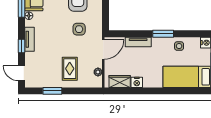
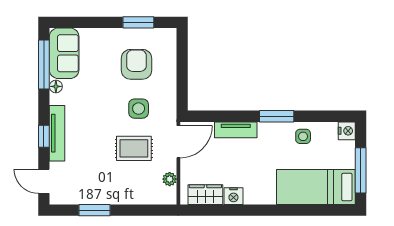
tv unit: (30, 39) -> (57, 133), width x1.41
rug: (70, 69) -> (134, 148), moved, turned 90

